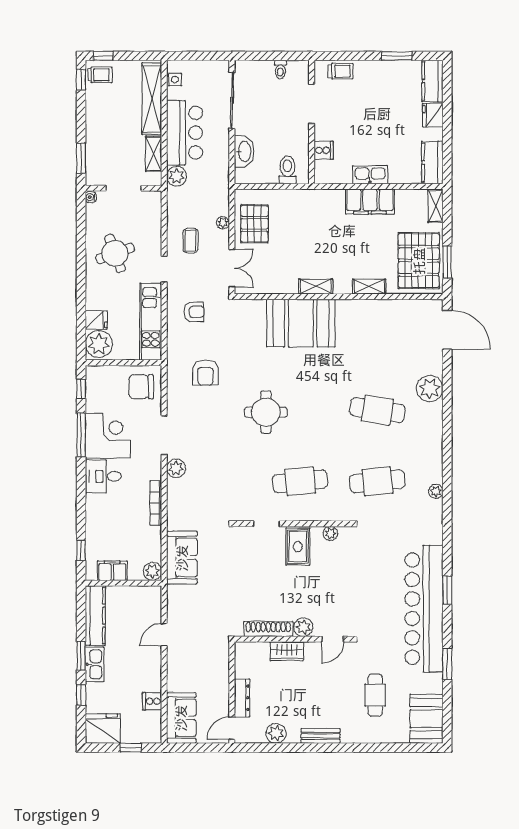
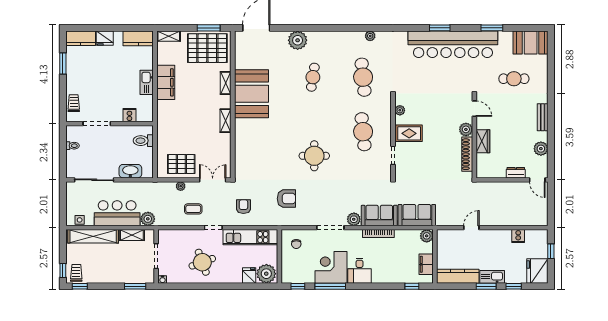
booth: (301, 323) -> (251, 94), moved
chair: (141, 387) -> (296, 244), width x0.54, depth x0.54
cafe table: (377, 410) -> (313, 77), width x0.73, depth x0.74
door: (164, 635) -> (471, 228), swing flipped
dresser: (242, 698) -> (516, 173), width x0.70
sofa: (181, 718) -> (379, 215), moved

